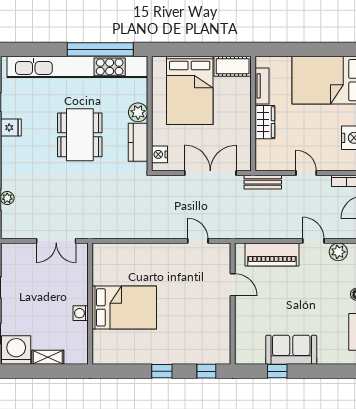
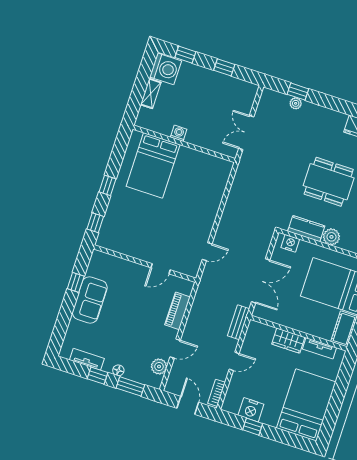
piano: (272, 255) -> (177, 311), width x0.73, depth x0.75
bed: (124, 307) -> (153, 165), moved

